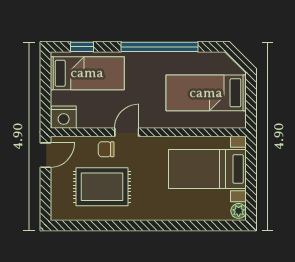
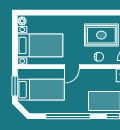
window: (251, 99) -> (15, 86), added
door: (127, 132) -> (72, 67), moved

